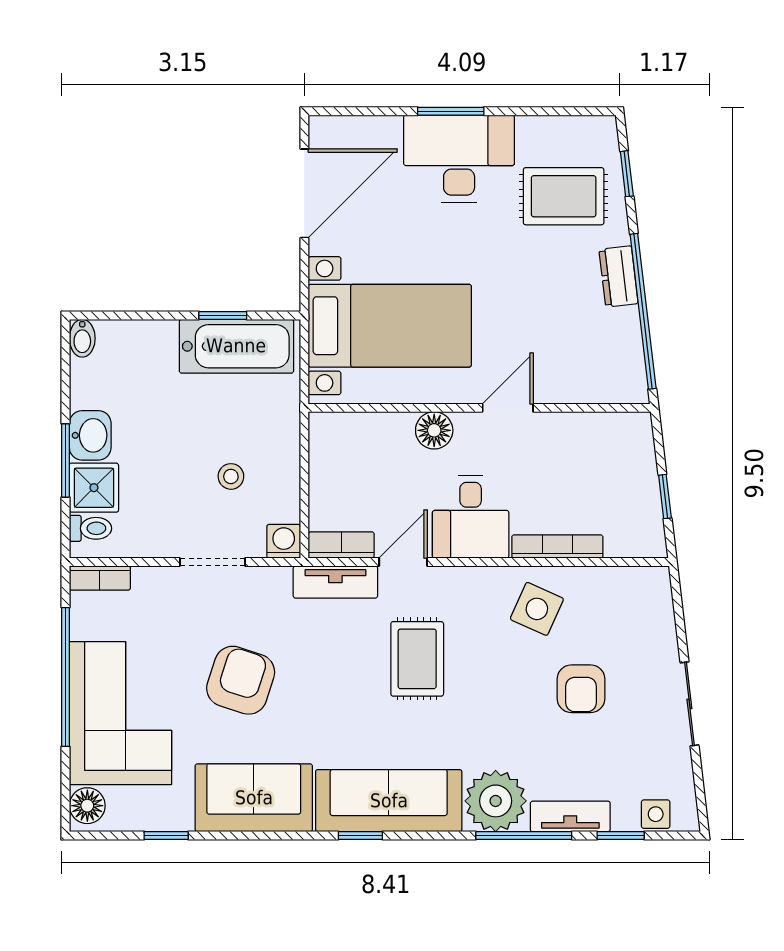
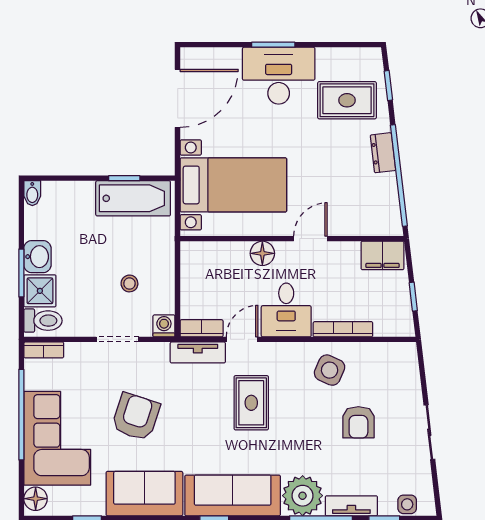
filing cabinet: (618, 434) -> (382, 255), added
toilet: (91, 528) -> (43, 321), width x1.37, depth x1.39

